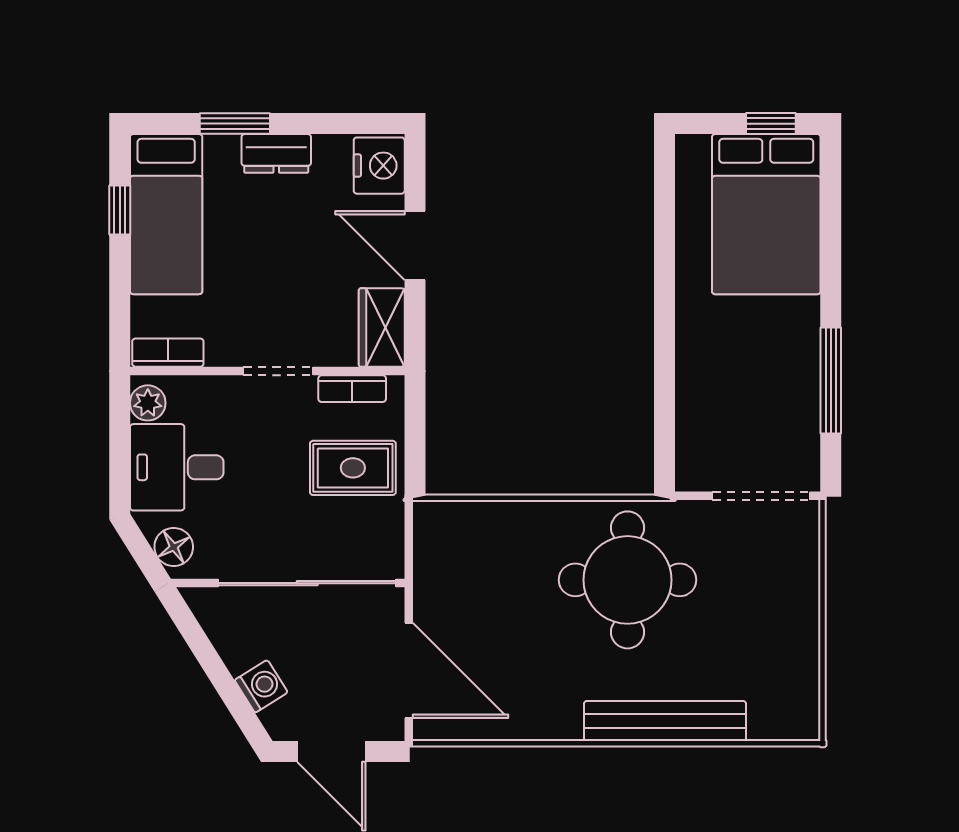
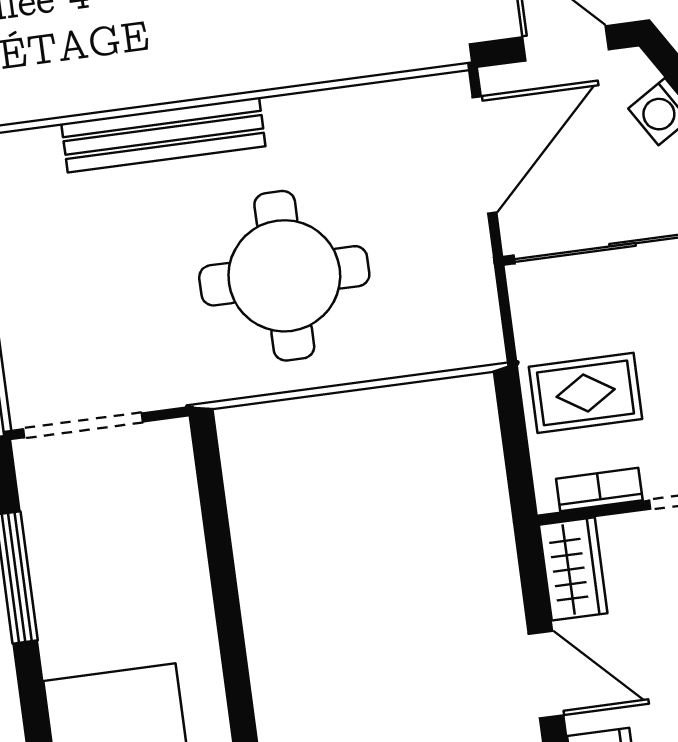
round table: (628, 580) -> (284, 276), moved
door: (409, 670) -> (484, 155), swing flipped

